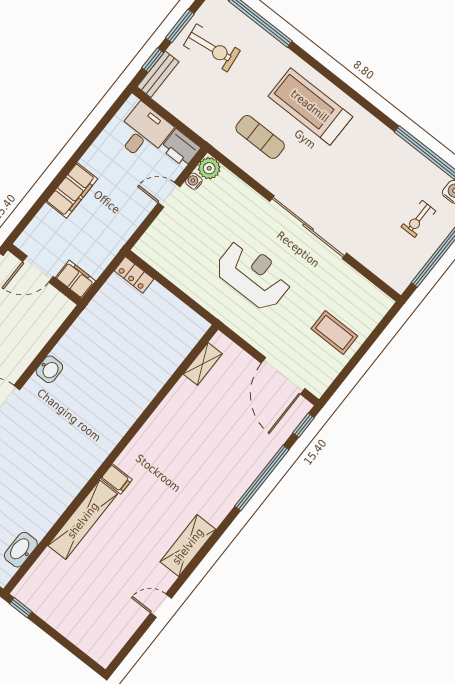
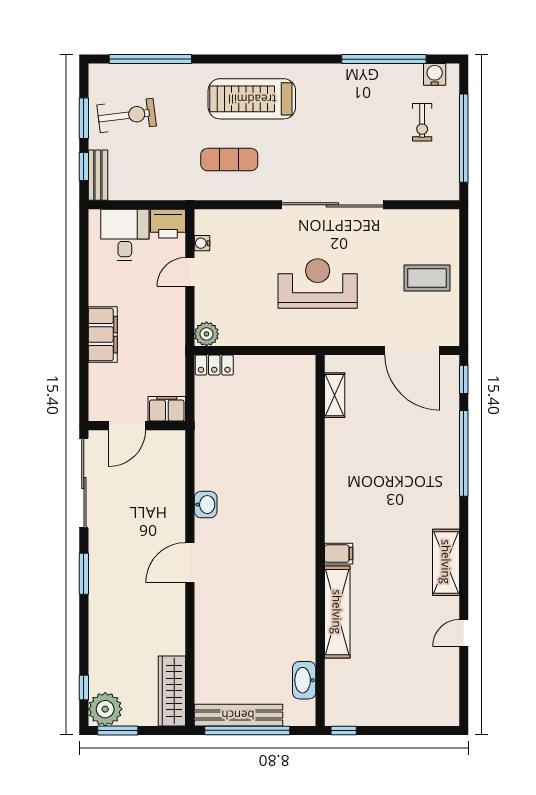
plant: (209, 168) -> (206, 334), moved

